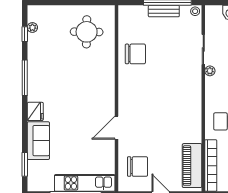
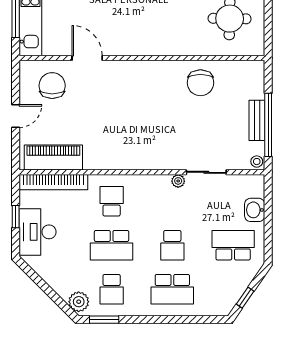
door: (117, 128) -> (87, 58), moved
chair: (137, 167) -> (52, 86), turned 180

